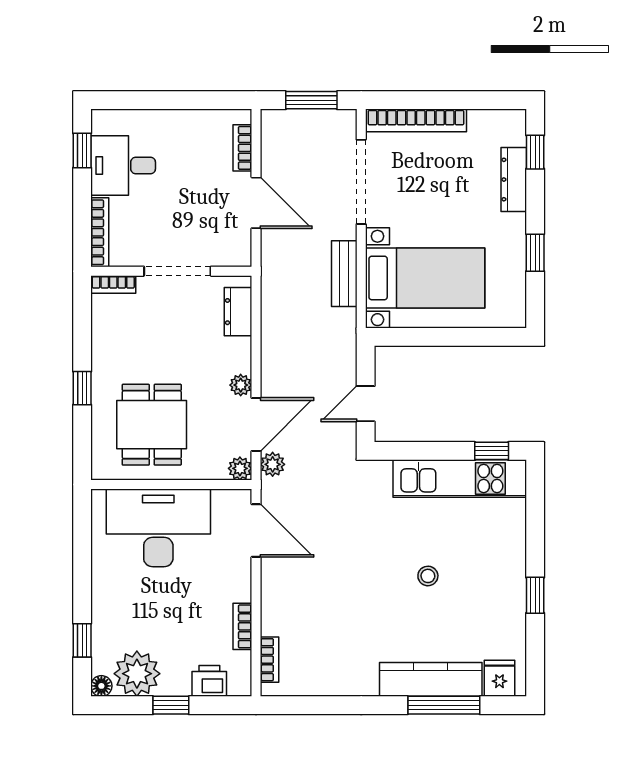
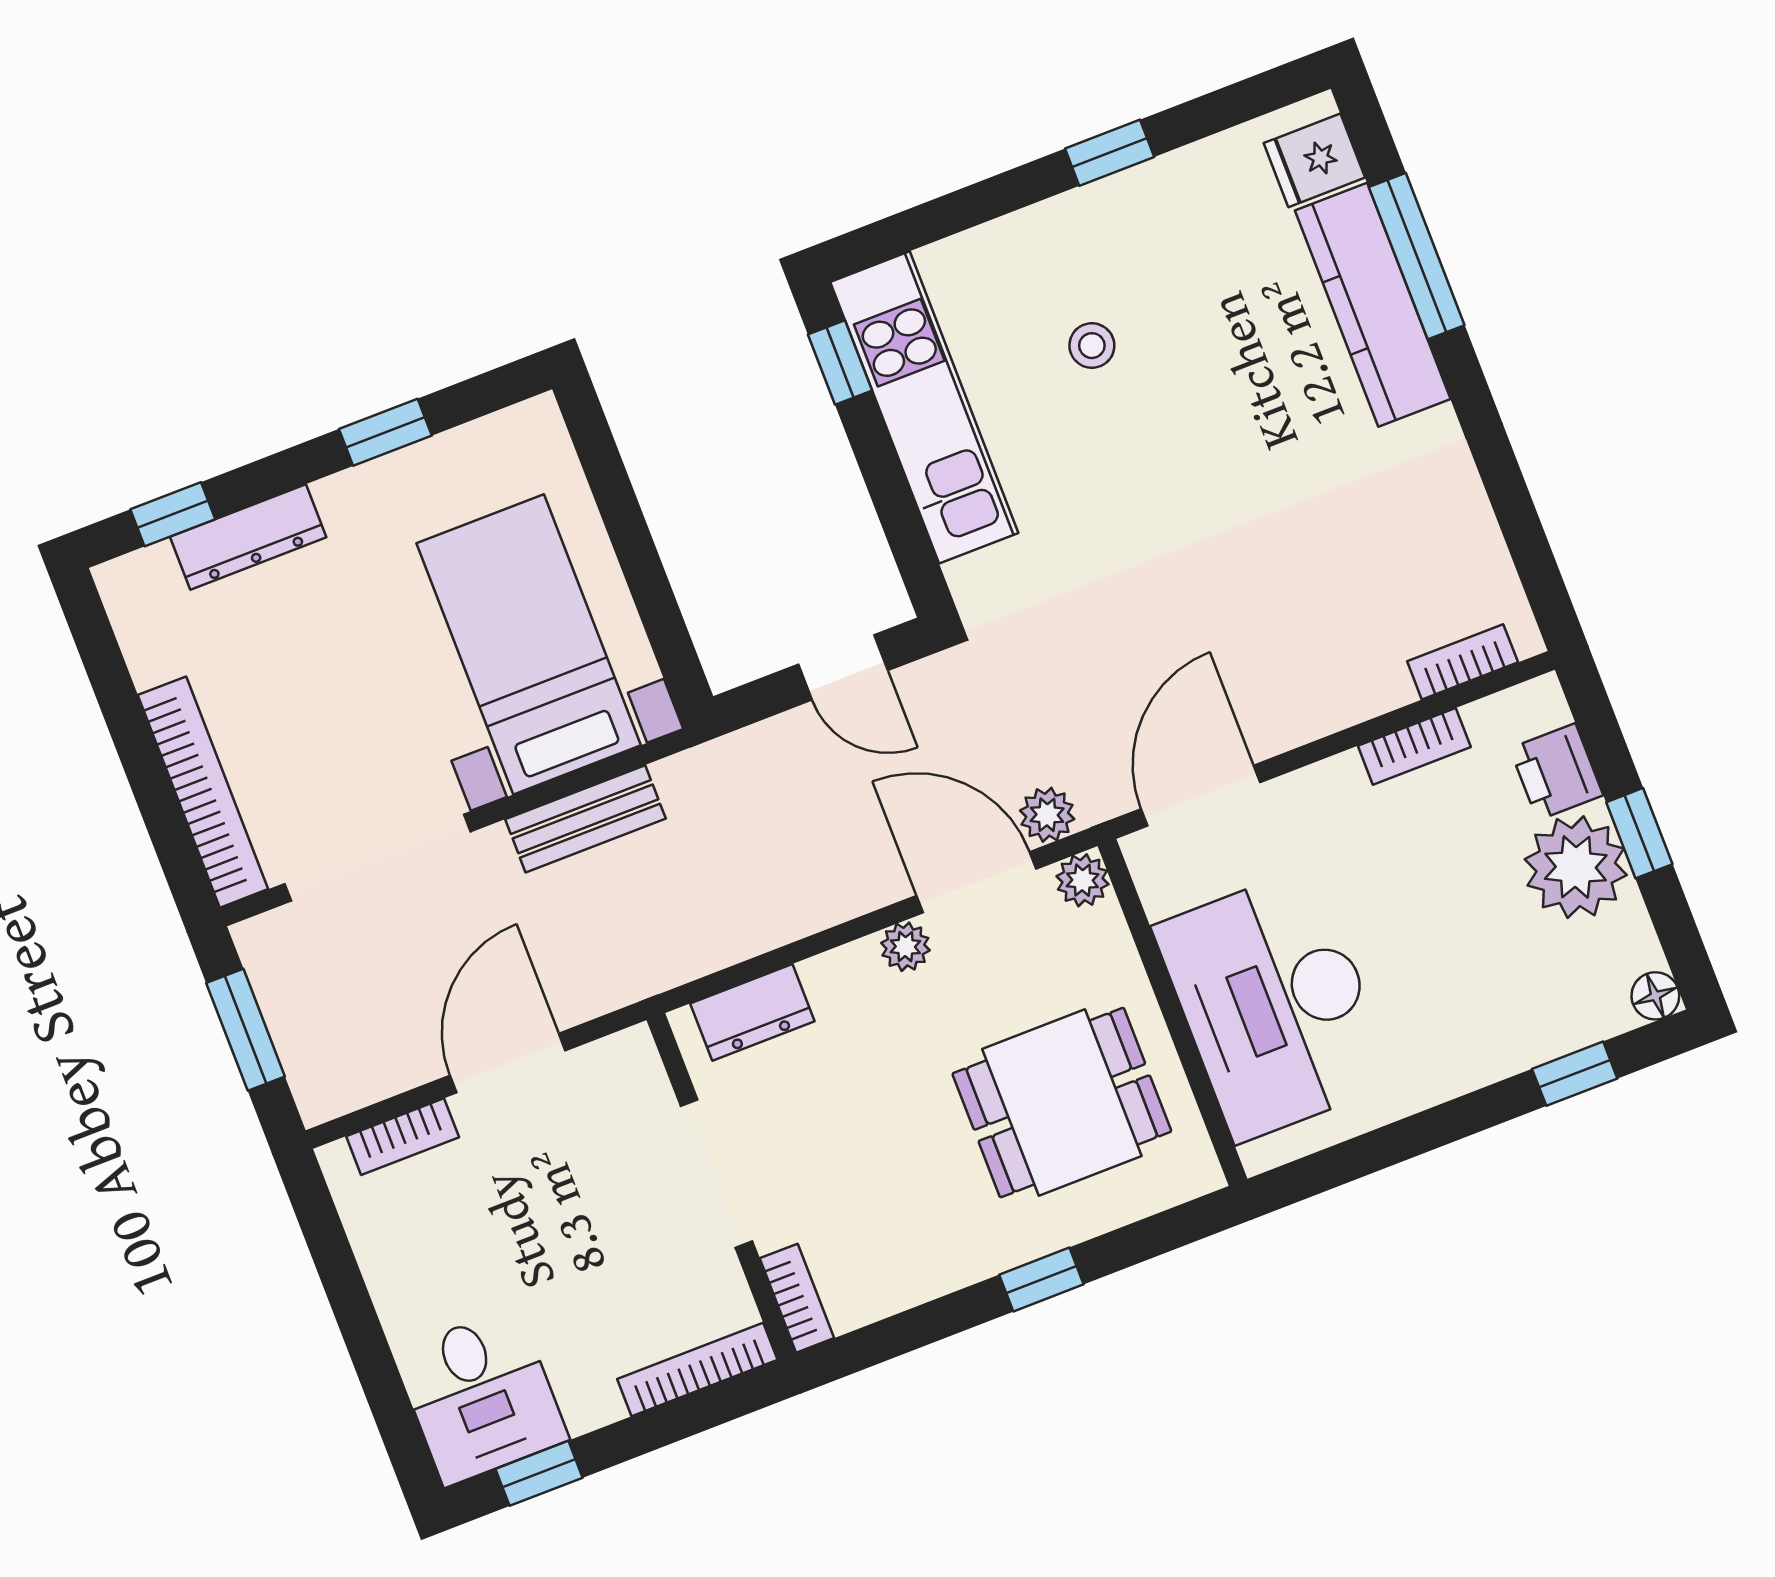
desk: (123, 166) -> (481, 1396), moved
stool: (428, 576) -> (1092, 346), moved
plant: (137, 674) -> (1576, 867), moved

